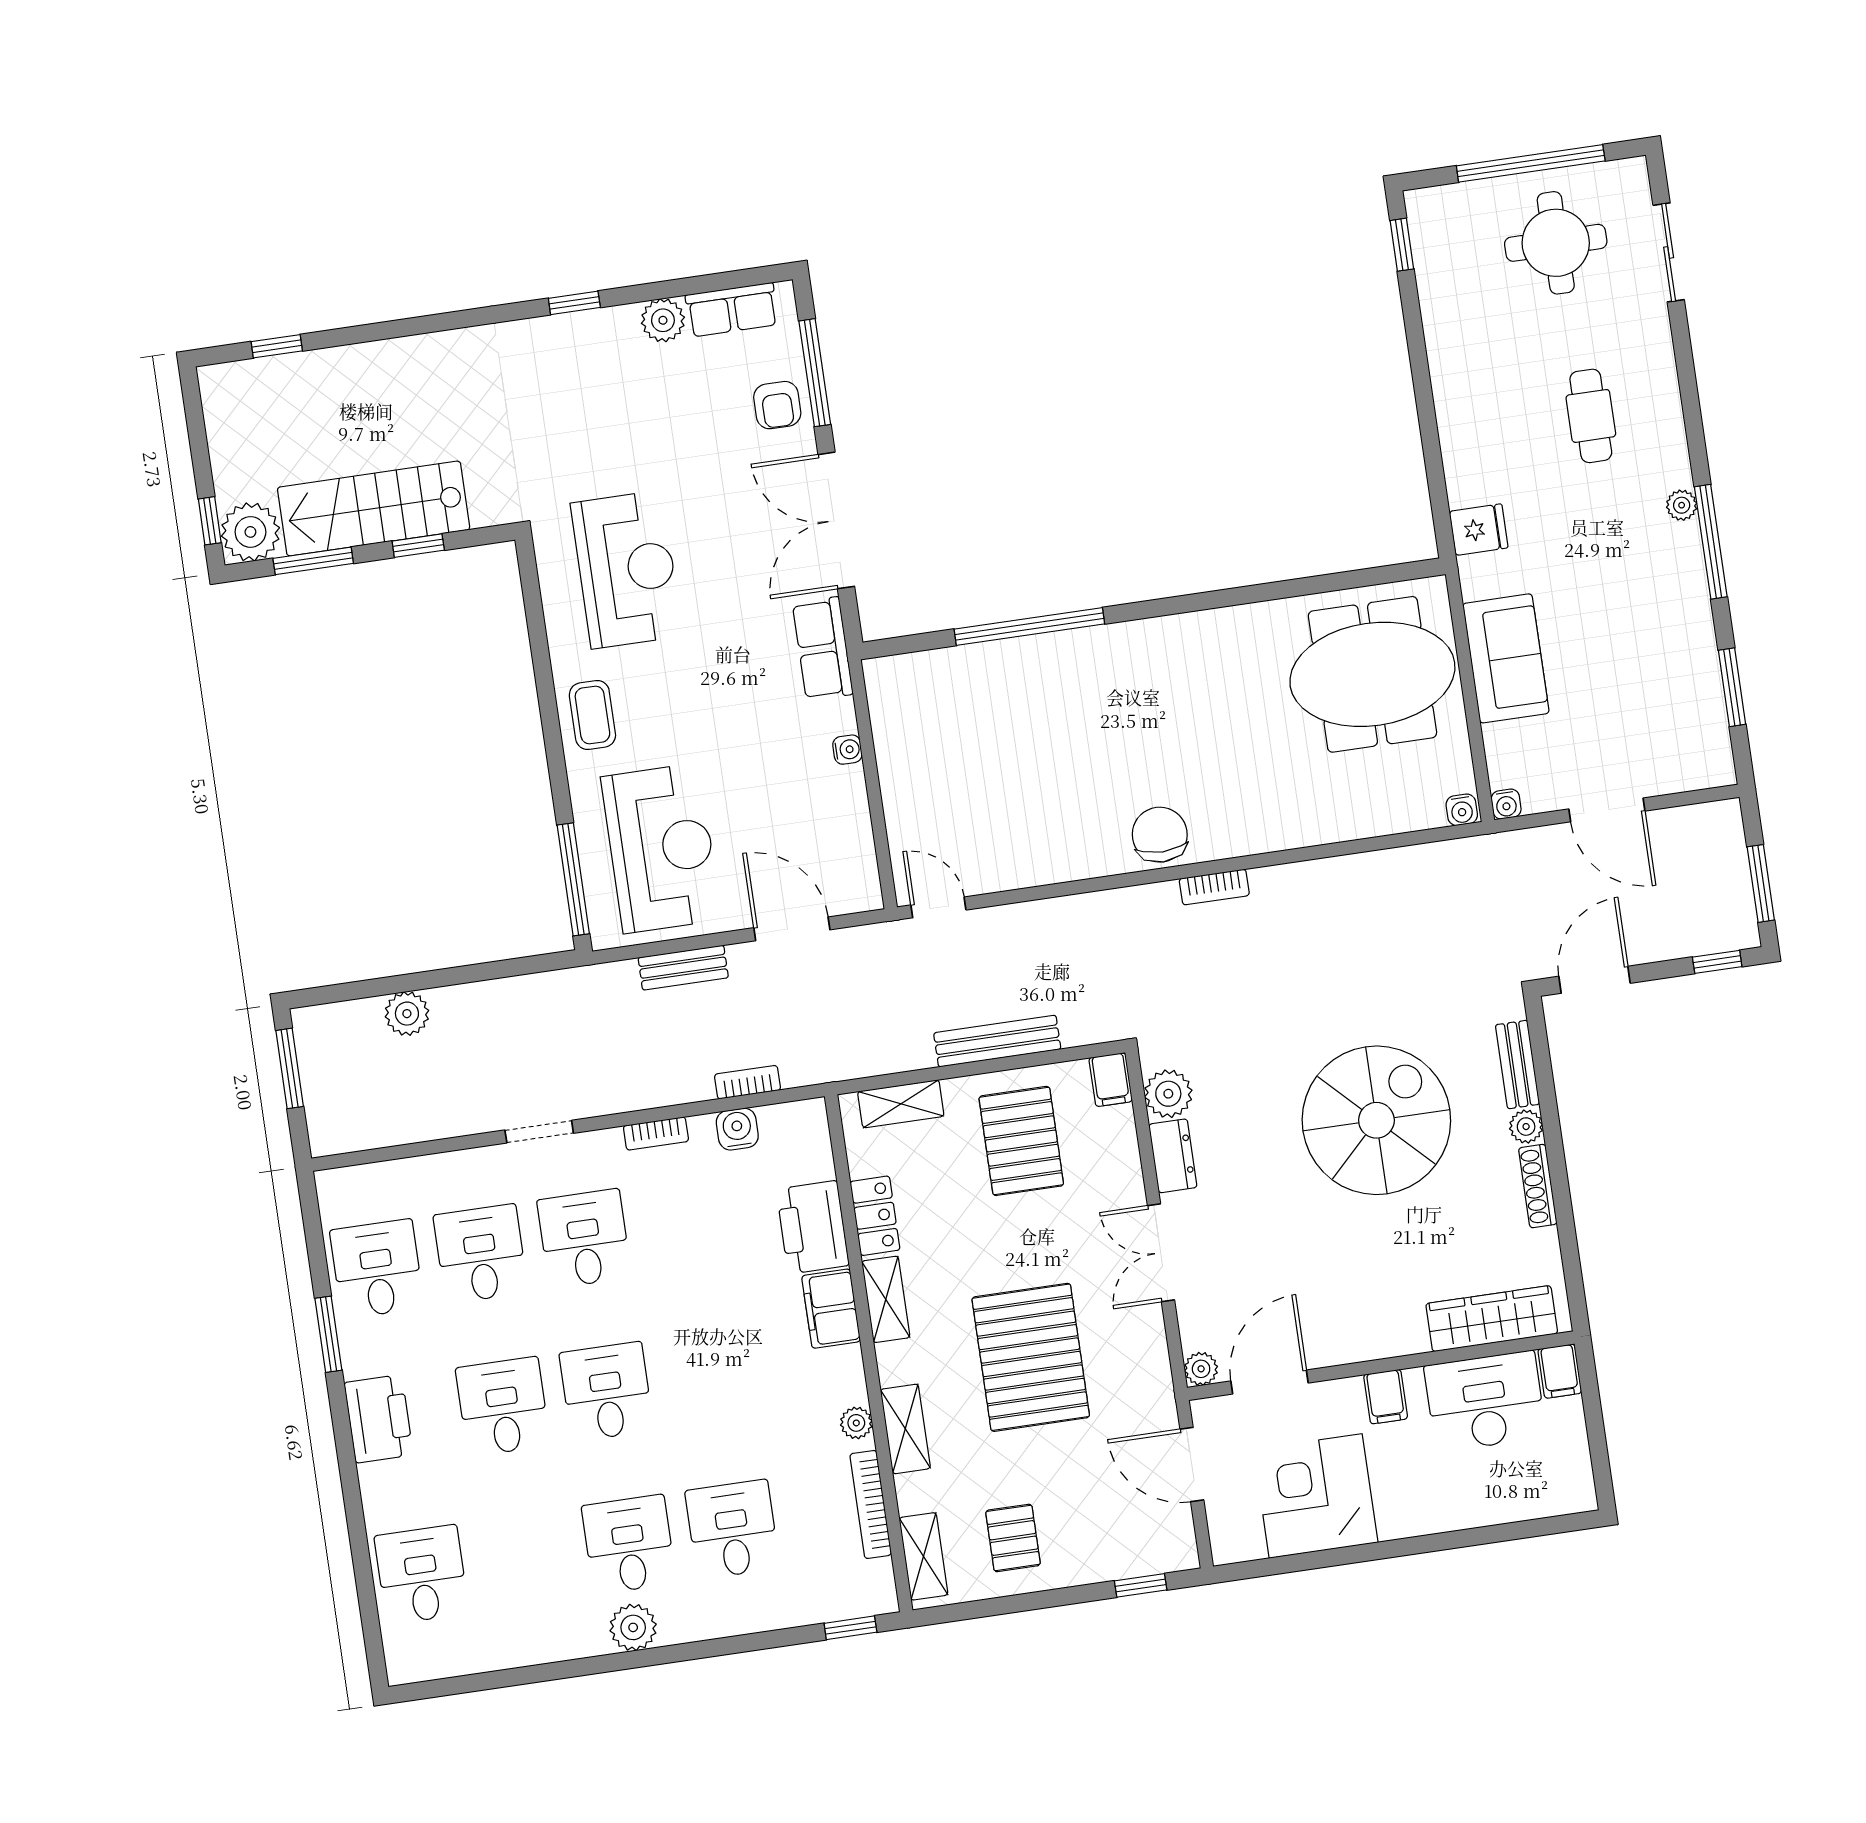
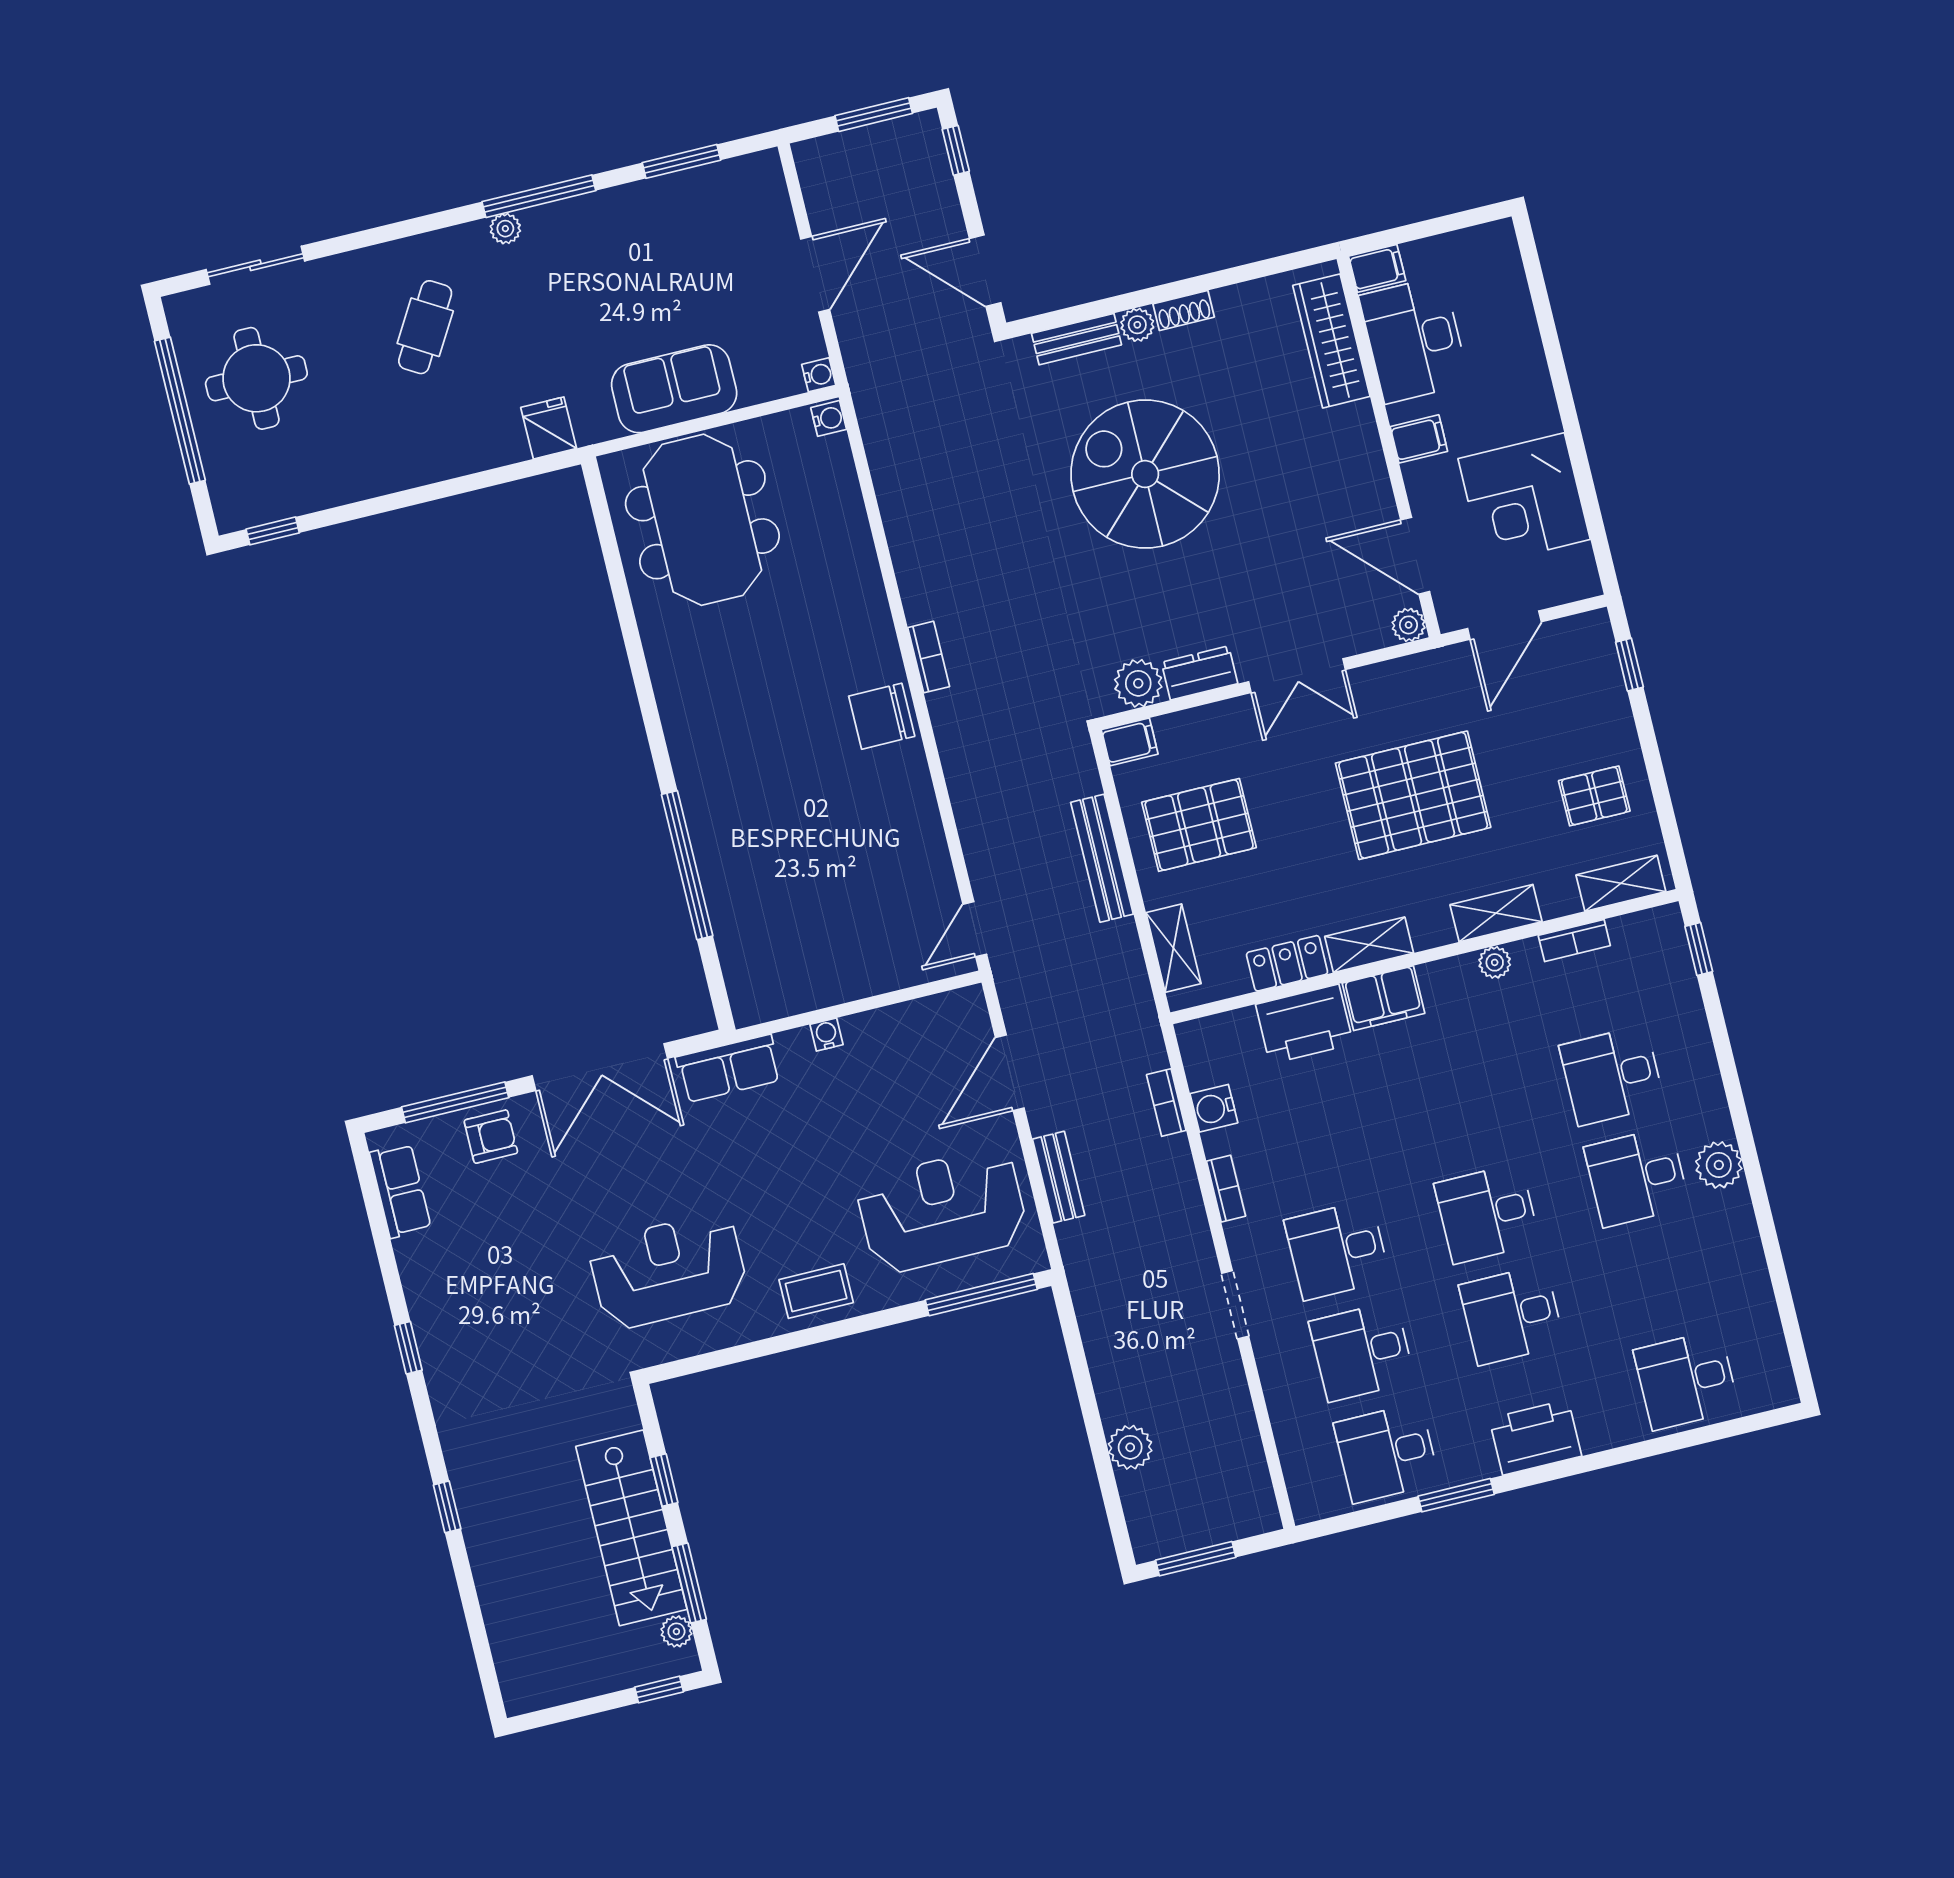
plant: (663, 320) -> (417, 1258), removed
window: (277, 346) -> (447, 1507), moved
cafe table: (1591, 416) -> (425, 327), turned -59
plant: (250, 532) -> (676, 1631), width x0.53, depth x0.53
shoe rack: (1538, 1186) -> (1184, 310), width x0.70
bookcase: (871, 1504) -> (1574, 940), width x0.64

